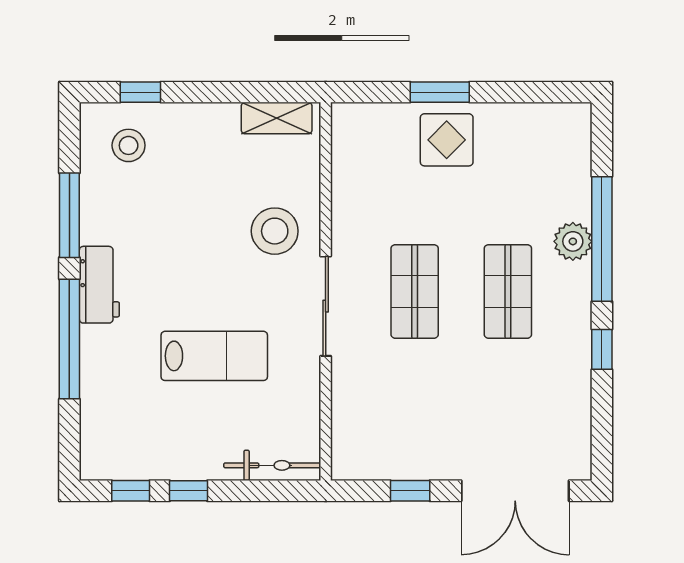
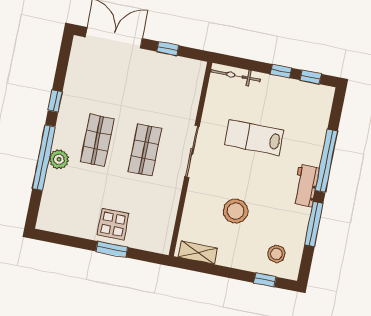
stool: (275, 231) -> (236, 211), moved

